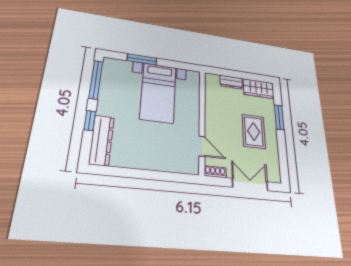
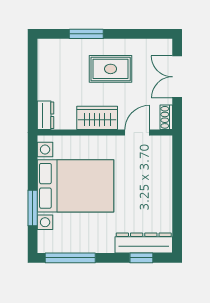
dresser: (231, 82) -> (46, 115), moved
wardrobe: (259, 89) -> (97, 118), moved, turned -90
bed with nightstands: (158, 93) -> (76, 186), width x1.36
window: (90, 121) -> (141, 258), moved

